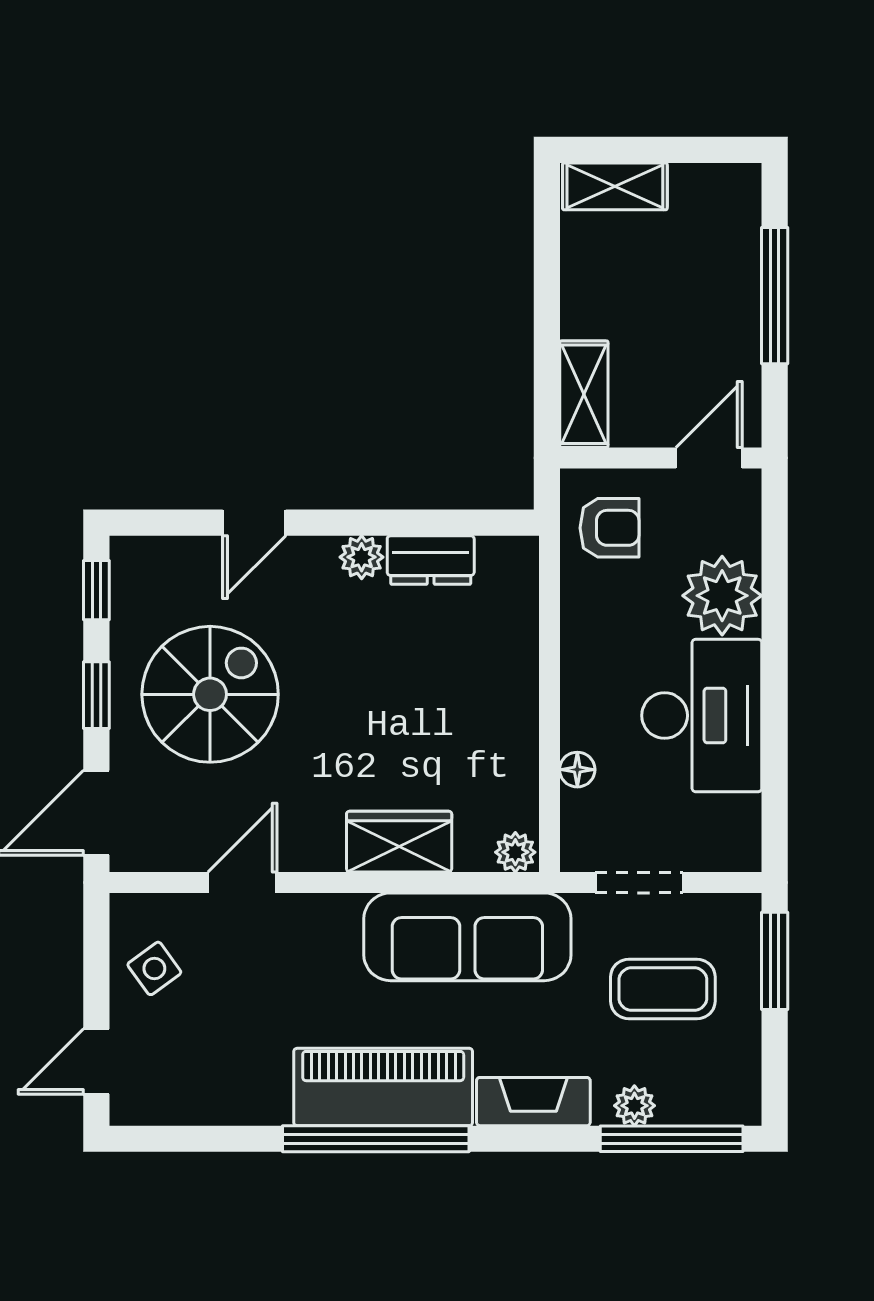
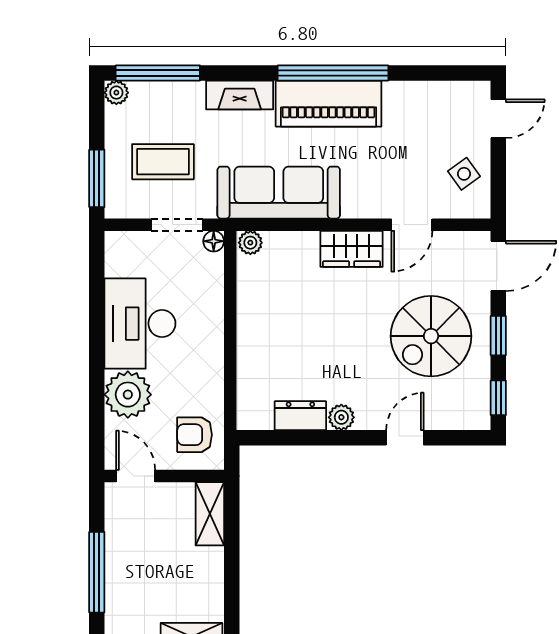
door: (709, 458) -> (136, 476), swing flipped
floor lamp: (577, 770) -> (214, 241), moved
wardrobe: (399, 842) -> (352, 249), moved
plant: (634, 1106) -> (116, 93), moved

